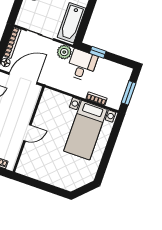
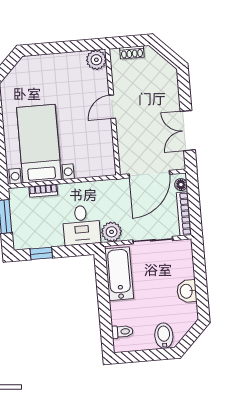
window: (98, 52) -> (41, 253), moved
plant: (24, 168) -> (96, 60), added

